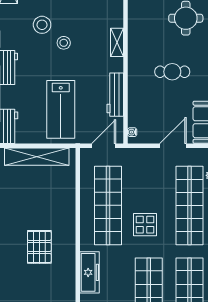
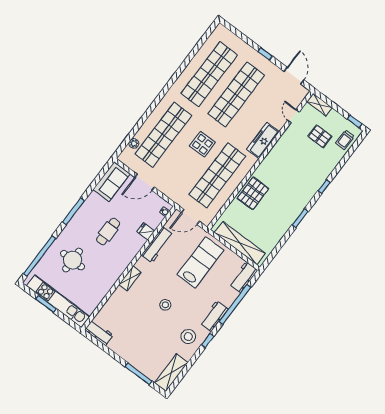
stool: (42, 25) -> (188, 336), moved
cafe table: (172, 72) -> (108, 232), turned 90
fridge: (136, 99) -> (146, 231), added
pallet: (39, 247) -> (253, 193), moved

